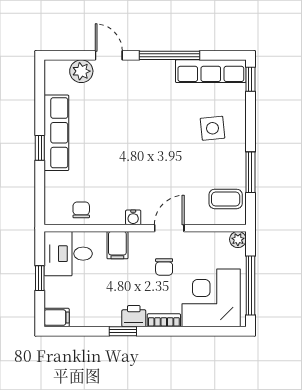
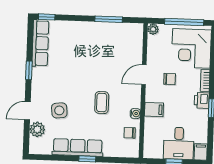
window: (169, 55) -> (29, 70), width x0.46
side table: (212, 128) -> (59, 110), moved
coffee table: (226, 199) -> (102, 103), moved
water cooler: (133, 217) -> (135, 114), moved
door: (169, 228) -> (144, 75), hinge flipped
desk: (68, 254) -> (179, 143), moved

